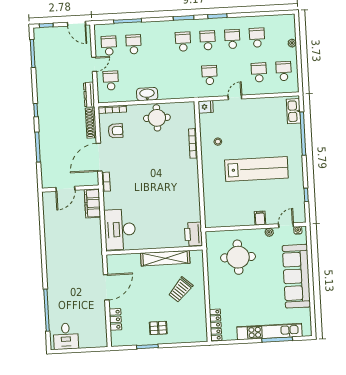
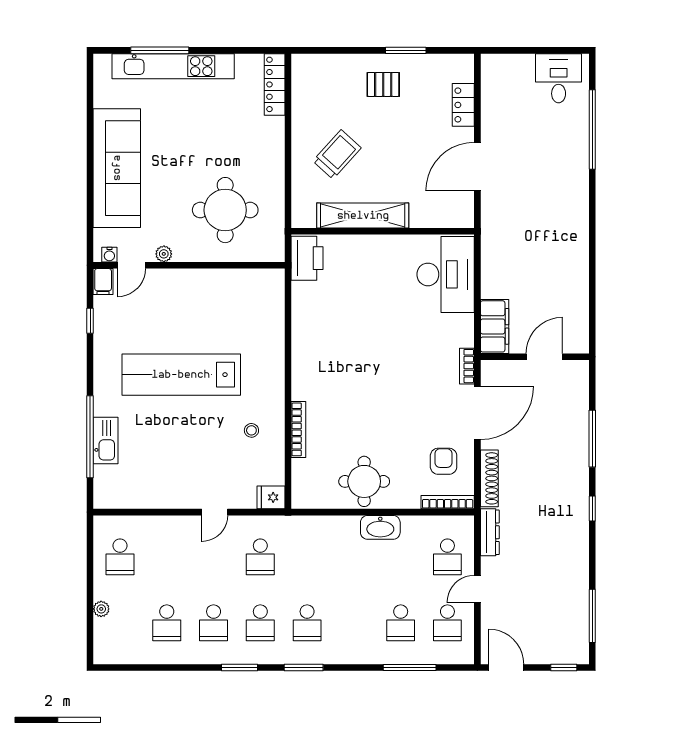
school desk: (259, 72) -> (167, 557), removed
kitchen sink: (293, 111) -> (106, 441), moved
armchair: (116, 131) -> (444, 461), turned 90
filing cabinet: (260, 218) -> (103, 282), moved

